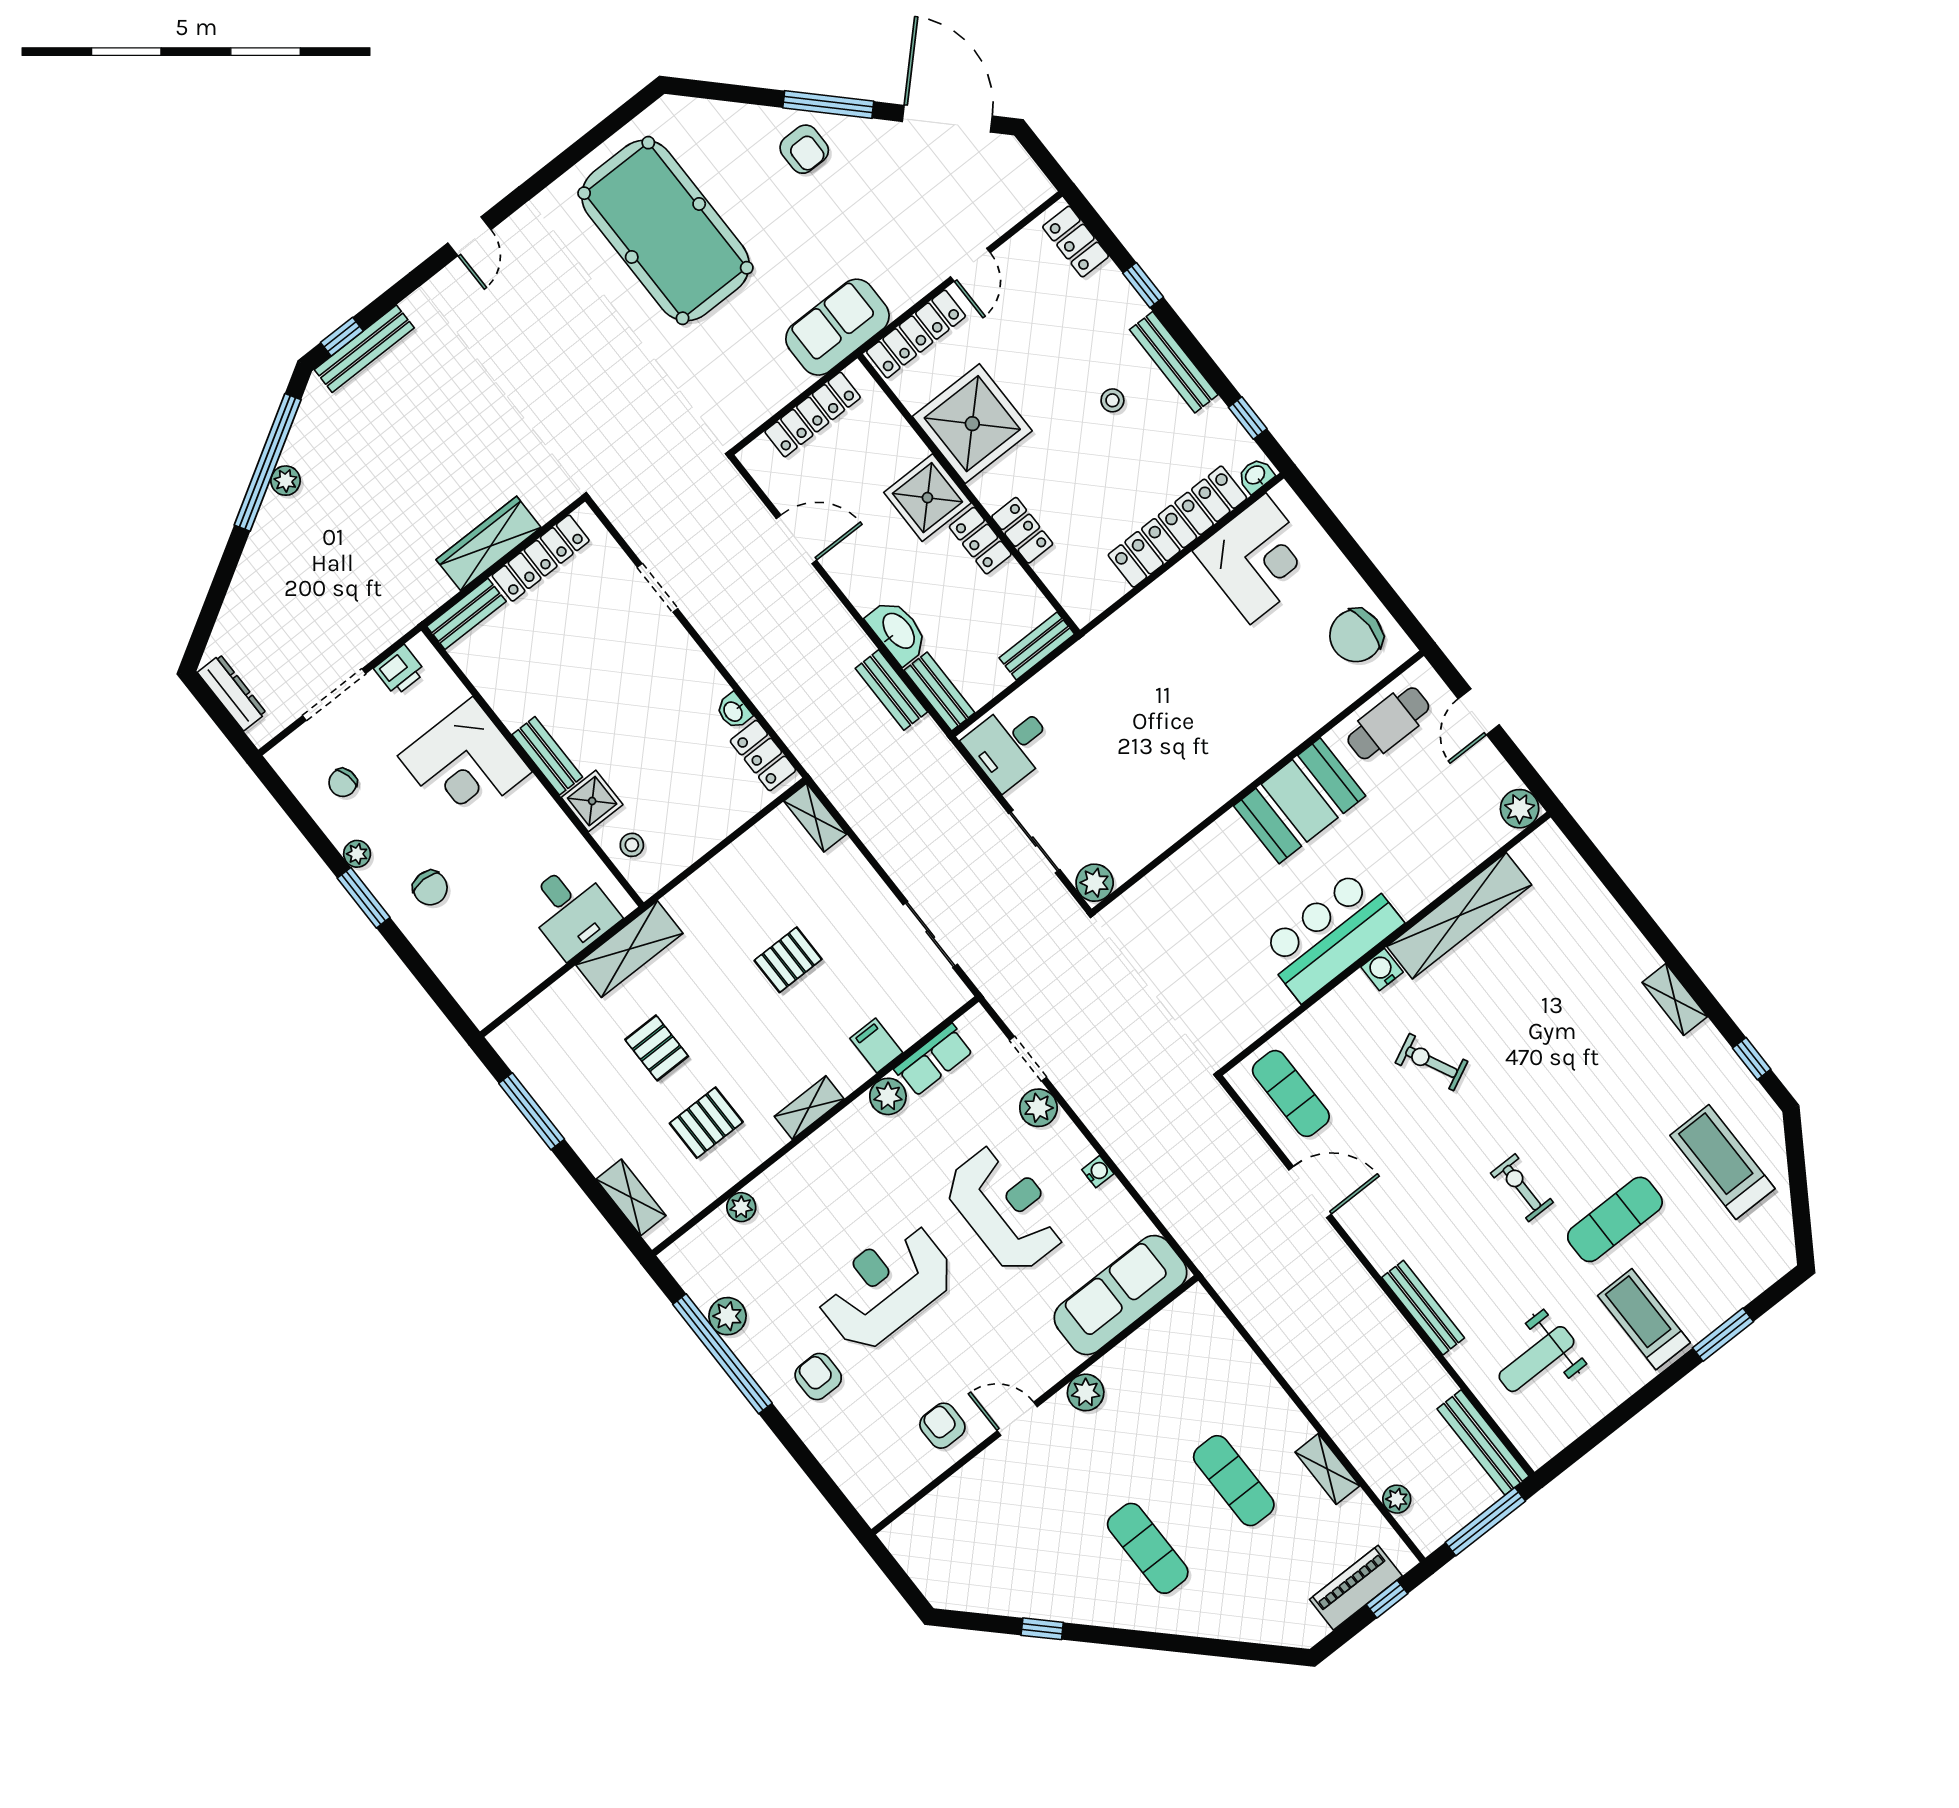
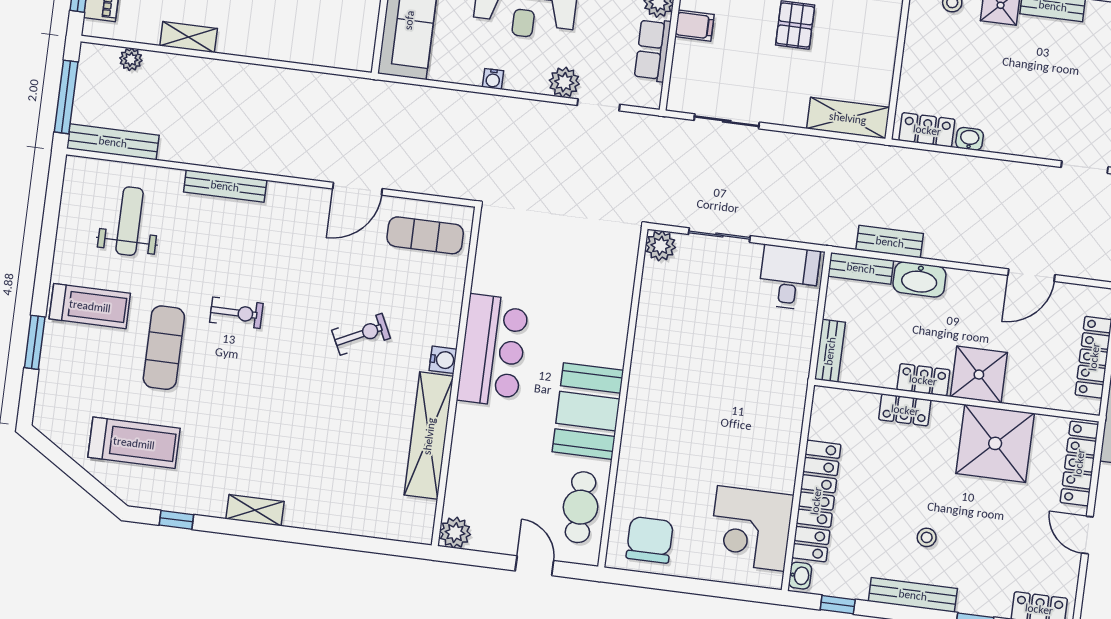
shelving: (815, 818) -> (848, 118), width x1.50, depth x1.33

